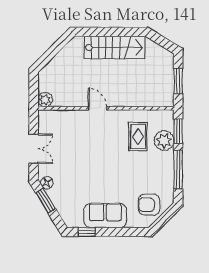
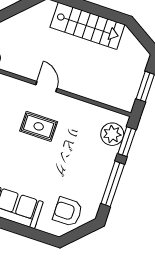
rug: (138, 137) -> (39, 126), moved, turned 90
plant: (164, 141) -> (112, 134), moved

